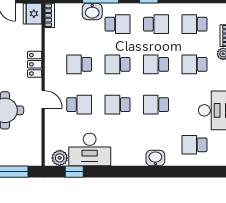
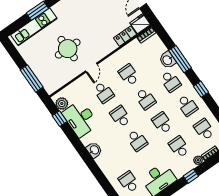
locker: (35, 64) -> (125, 36), moved
school desk: (118, 64) -> (145, 99), turned 180
school desk: (156, 105) -> (137, 140), turned 180
washbasin: (155, 158) -> (94, 150), moved

